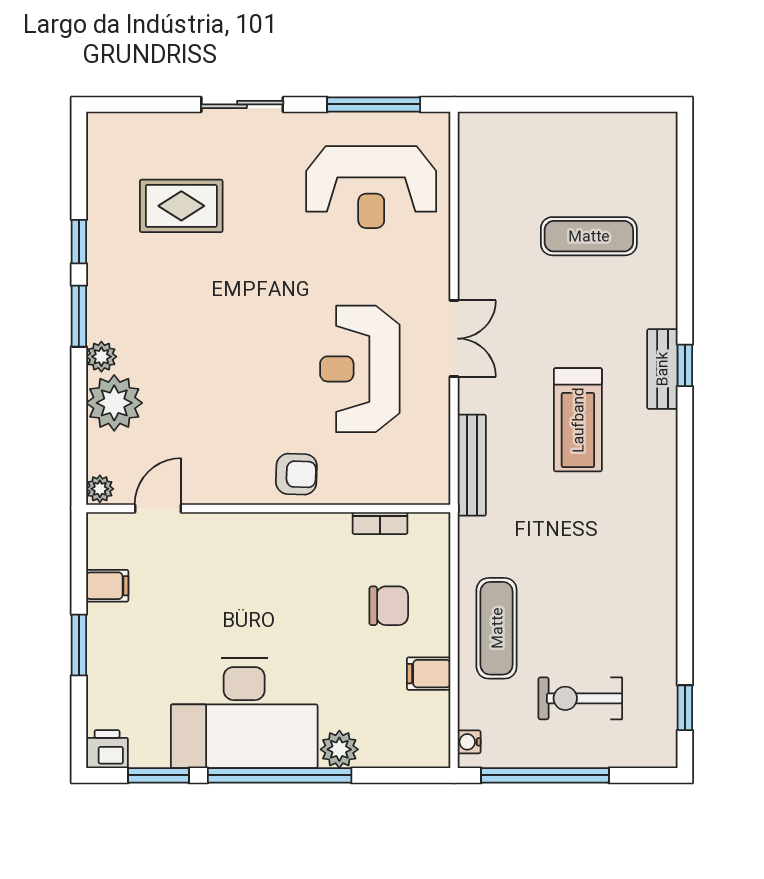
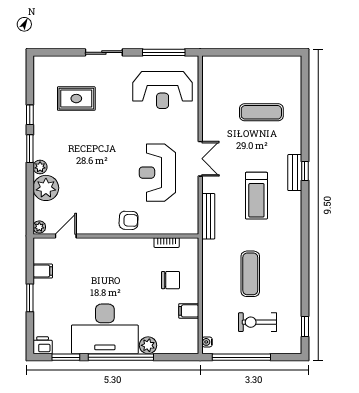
exercise mat: (497, 628) -> (250, 274), moved

